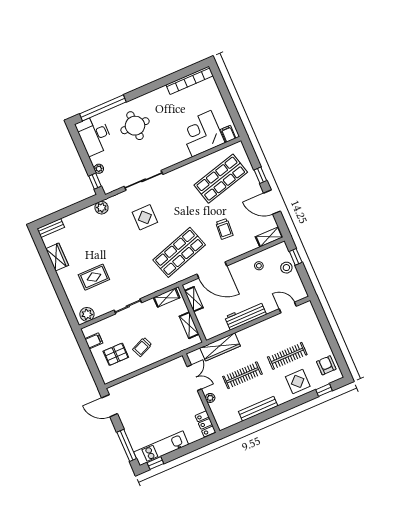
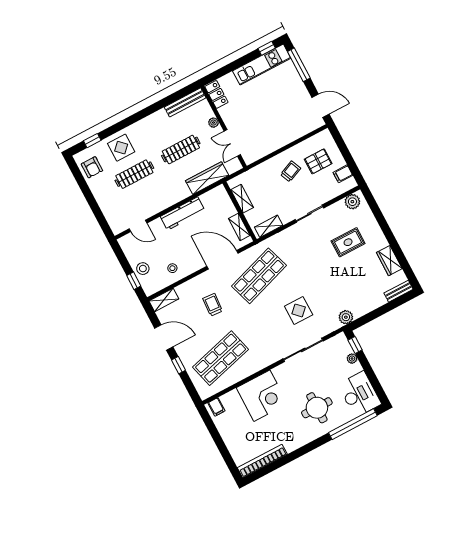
corner desk: (202, 134) -> (262, 396), moved
bench: (258, 409) -> (185, 102), moved

